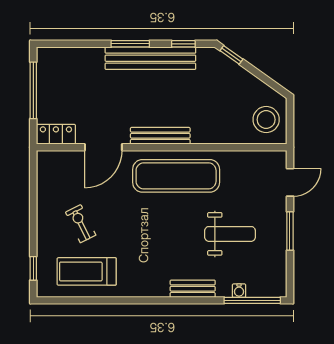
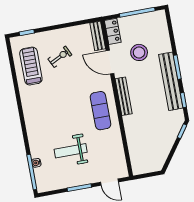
stool: (266, 120) -> (139, 52), moved
exercise mat: (176, 176) -> (101, 111), width x0.73, depth x0.69
weight bench: (230, 234) -> (71, 151), turned 90
bench: (193, 289) -> (98, 36), moved

